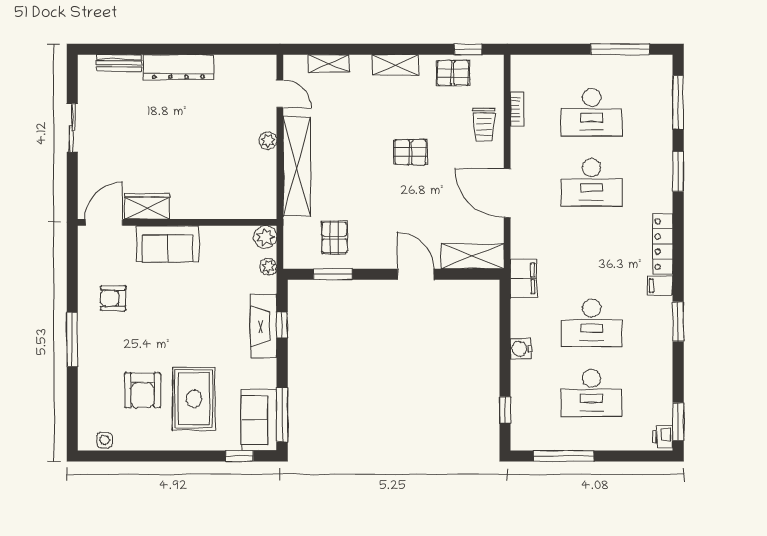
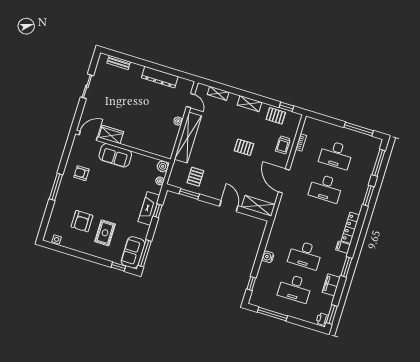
dresser: (178, 67) -> (160, 77), moved
filing cabinet: (524, 278) -> (331, 285), moved, turned 180
rug: (194, 399) -> (105, 233), width x0.73, depth x0.70

